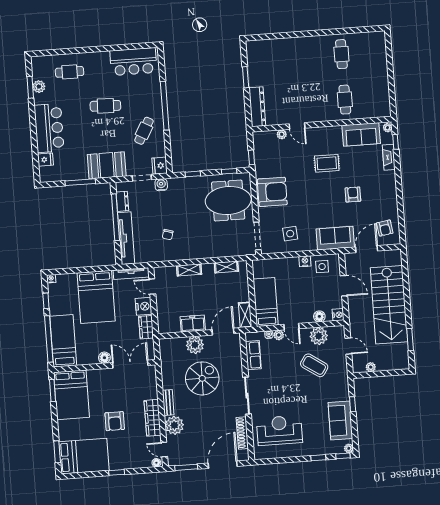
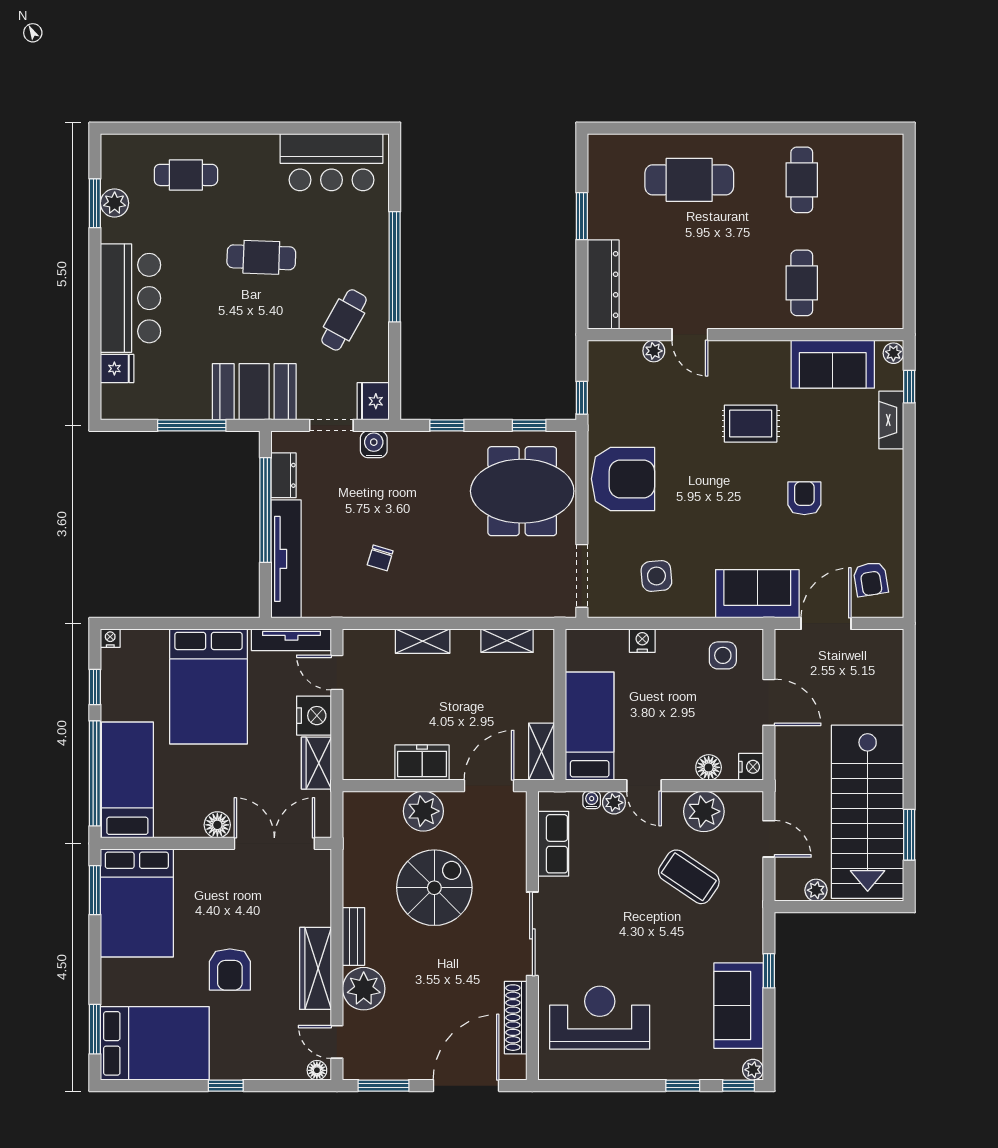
cafe table: (292, 58) -> (689, 180), added
nightstand: (305, 261) -> (642, 641), moved
stairs: (389, 305) -> (868, 812), moved

